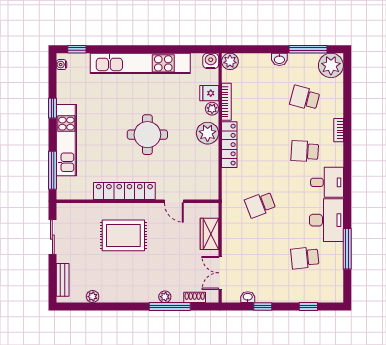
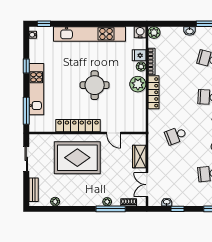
rug: (123, 235) -> (77, 158), width x1.37, depth x1.44

